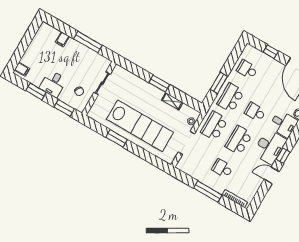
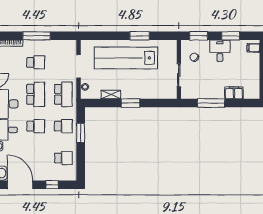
filing cabinet: (62, 39) -> (234, 93), width x2.00
school desk: (231, 98) -> (63, 126), width x0.54

